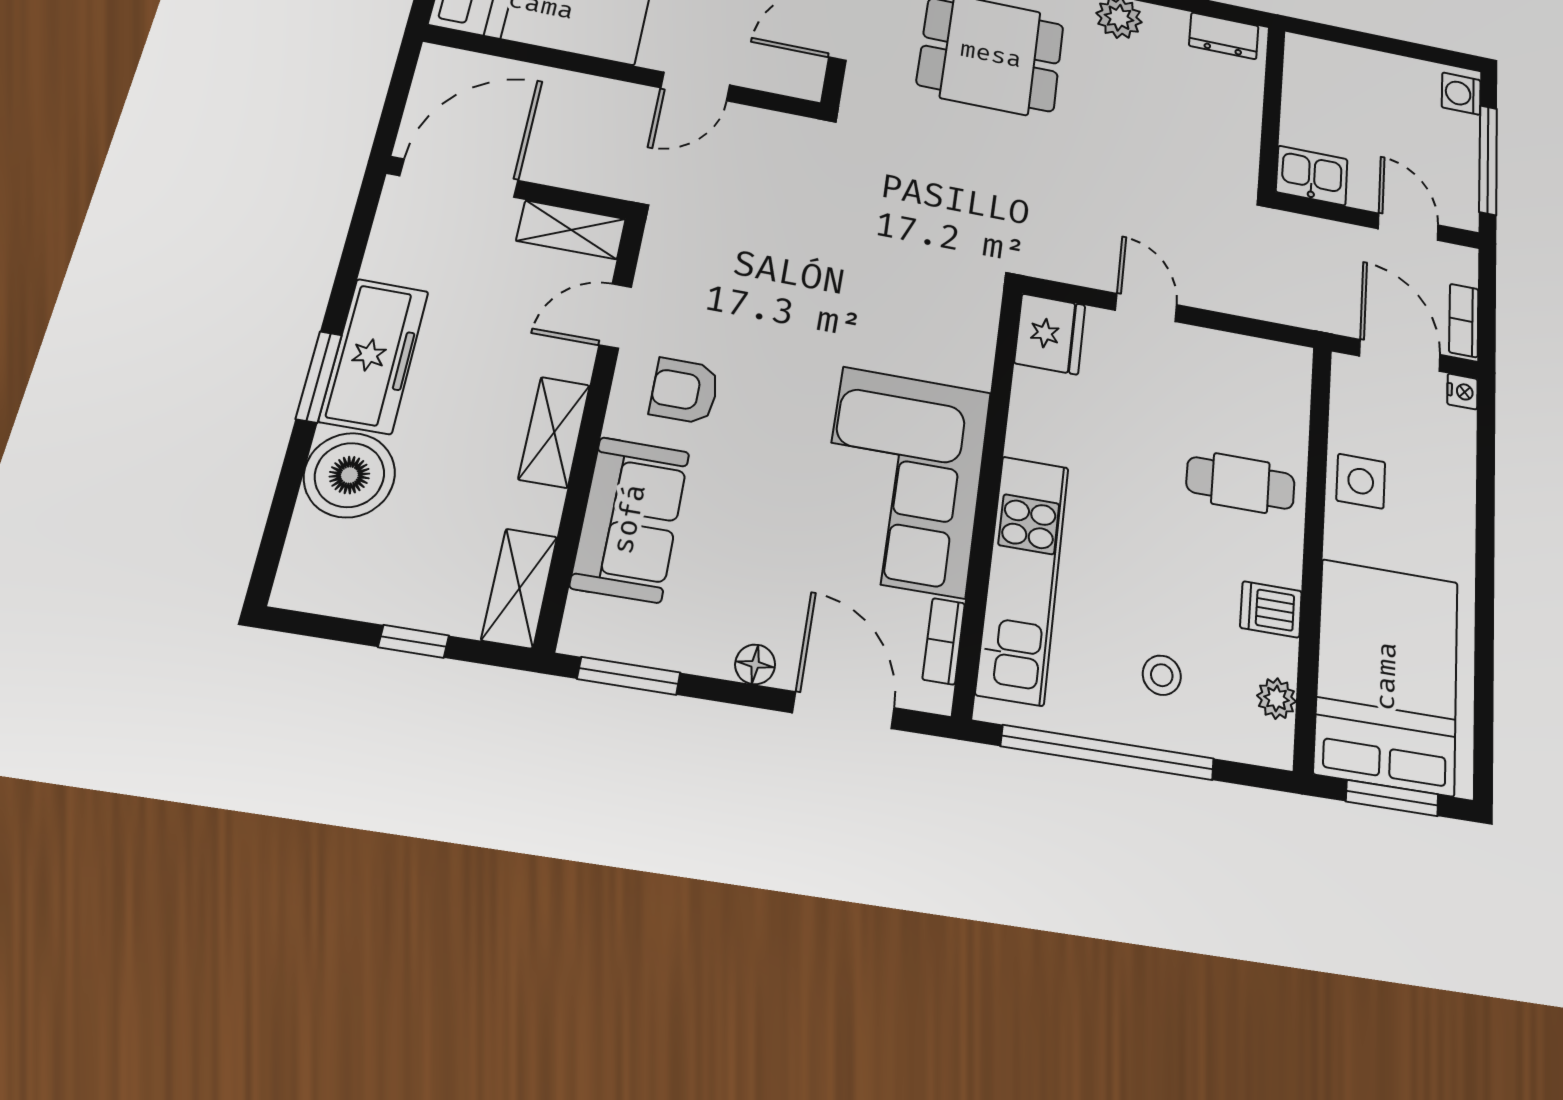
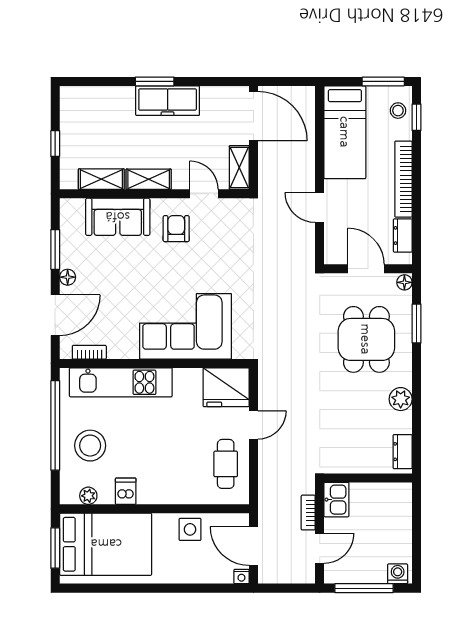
bookcase: (1464, 320) -> (308, 513), moved, turned -90
fridge: (1050, 334) -> (226, 387), width x1.36, depth x1.34
door: (1400, 355) -> (253, 546), swing flipped
boiler: (349, 475) -> (116, 103), removed
corner sofa: (903, 481) -> (185, 326), moved
cafe table: (1240, 483) -> (226, 464), moved
shelving: (519, 588) -> (101, 179), moved
stool: (1162, 675) -> (90, 446), width x1.89, depth x1.89
window: (629, 676) -> (55, 249), moved

